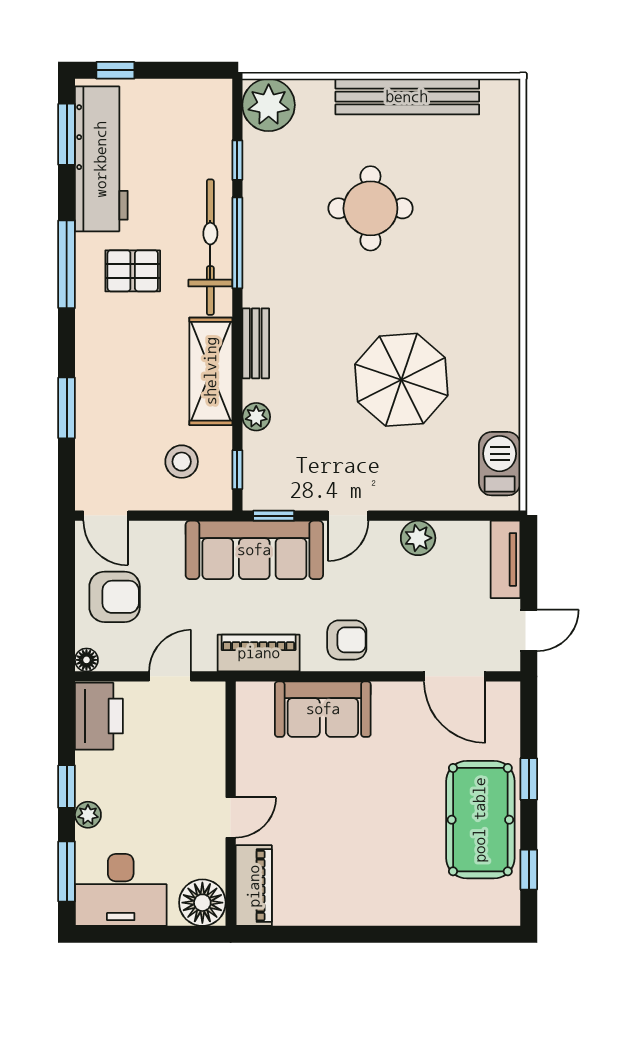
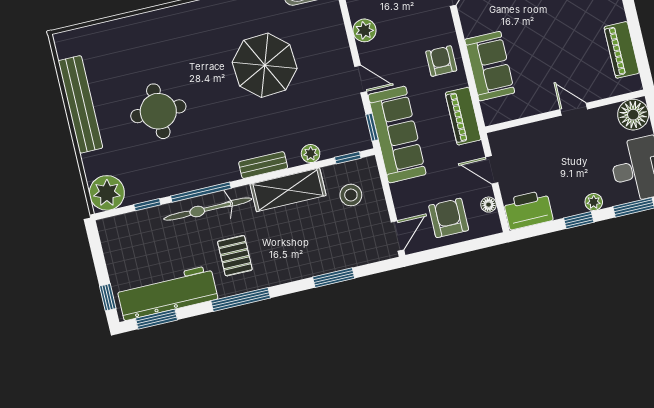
floor lamp: (86, 660) -> (489, 205), moved
piano: (254, 886) -> (622, 50), moved, turned -90

